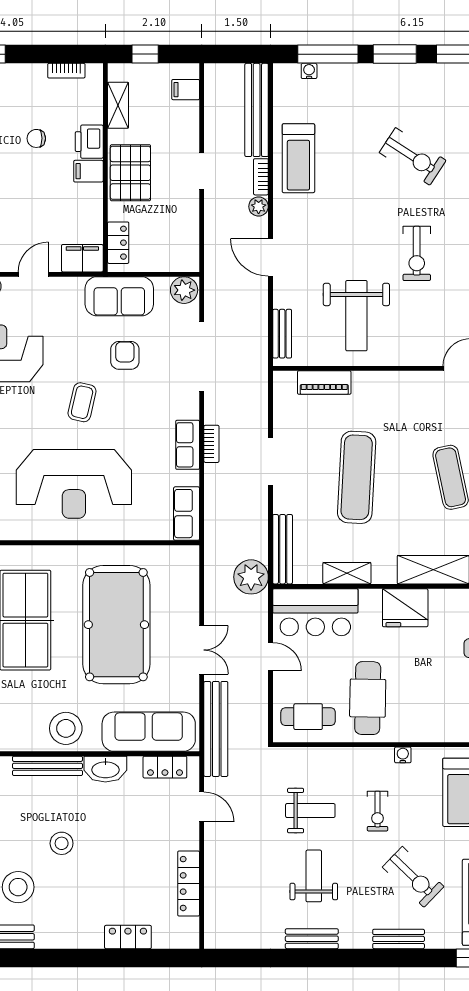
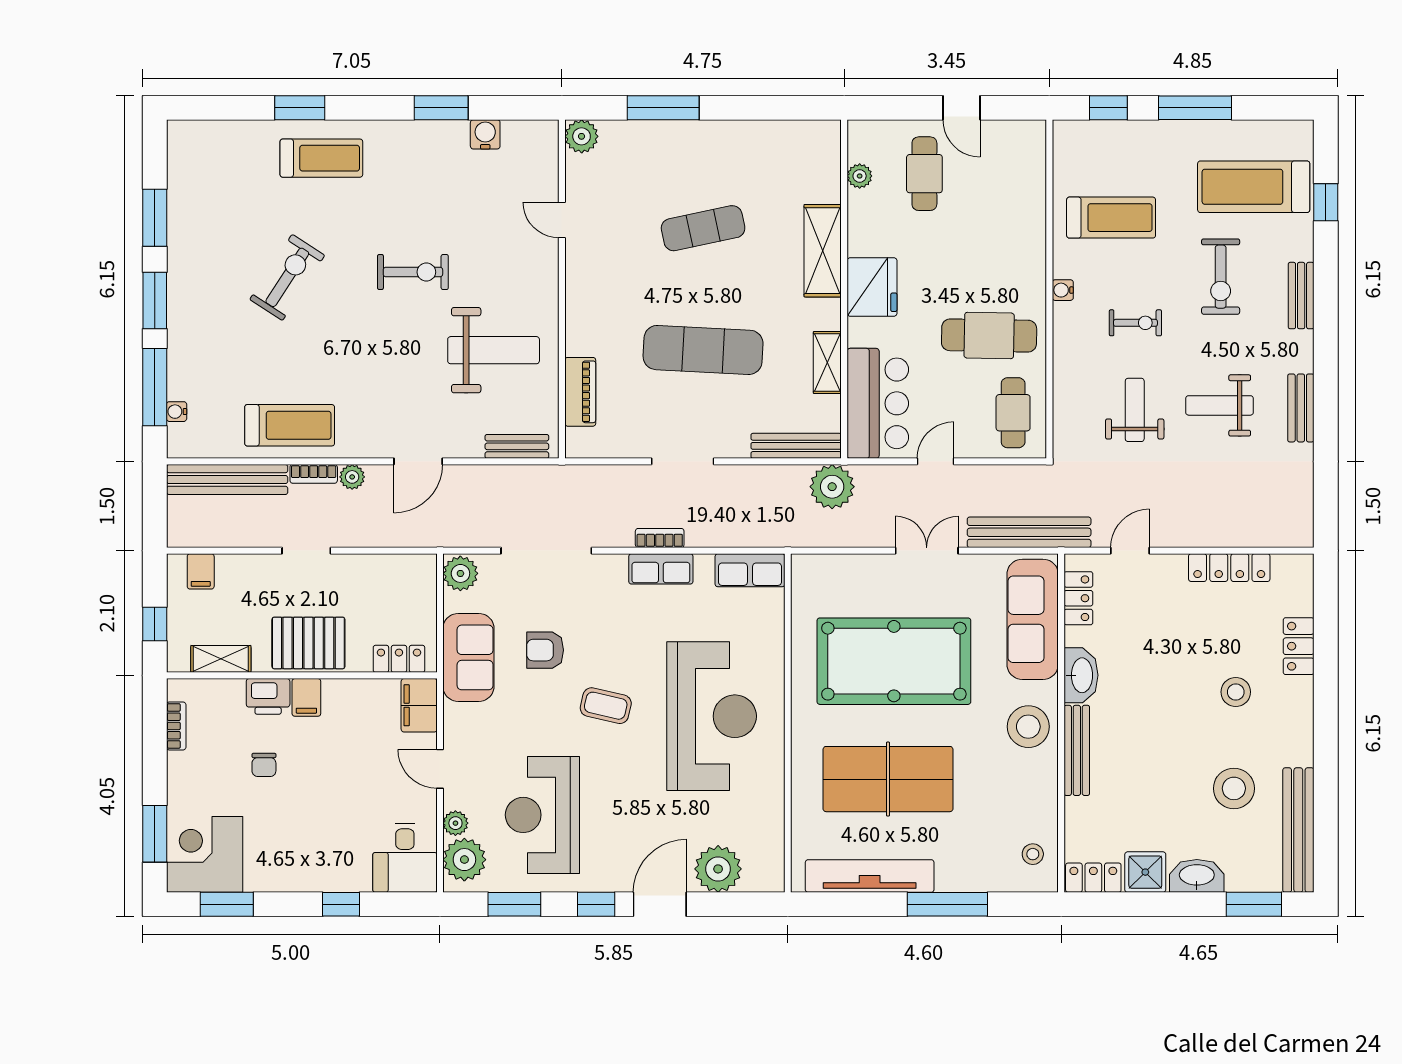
stool: (62, 843) -> (1236, 692), moved
exercise bike: (413, 877) -> (1221, 277), turned 136

